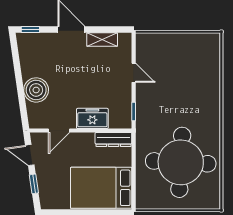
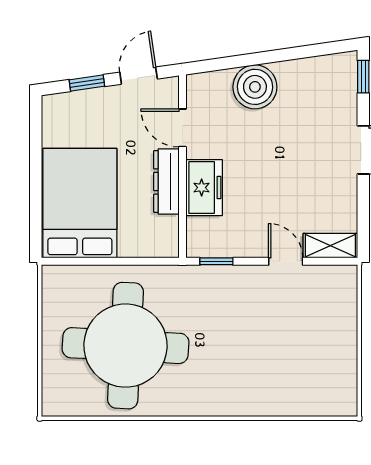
shelving: (102, 39) -> (330, 246), moved, turned 90
door: (134, 73) -> (286, 261), swing flipped
dresser: (113, 140) -> (166, 181), moved

